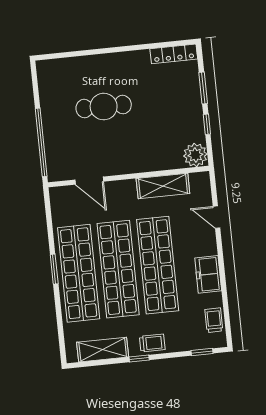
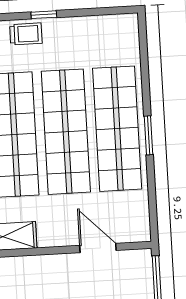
trolley: (152, 343) -> (26, 34), turned 180
shelving: (103, 350) -> (91, 28), removed

